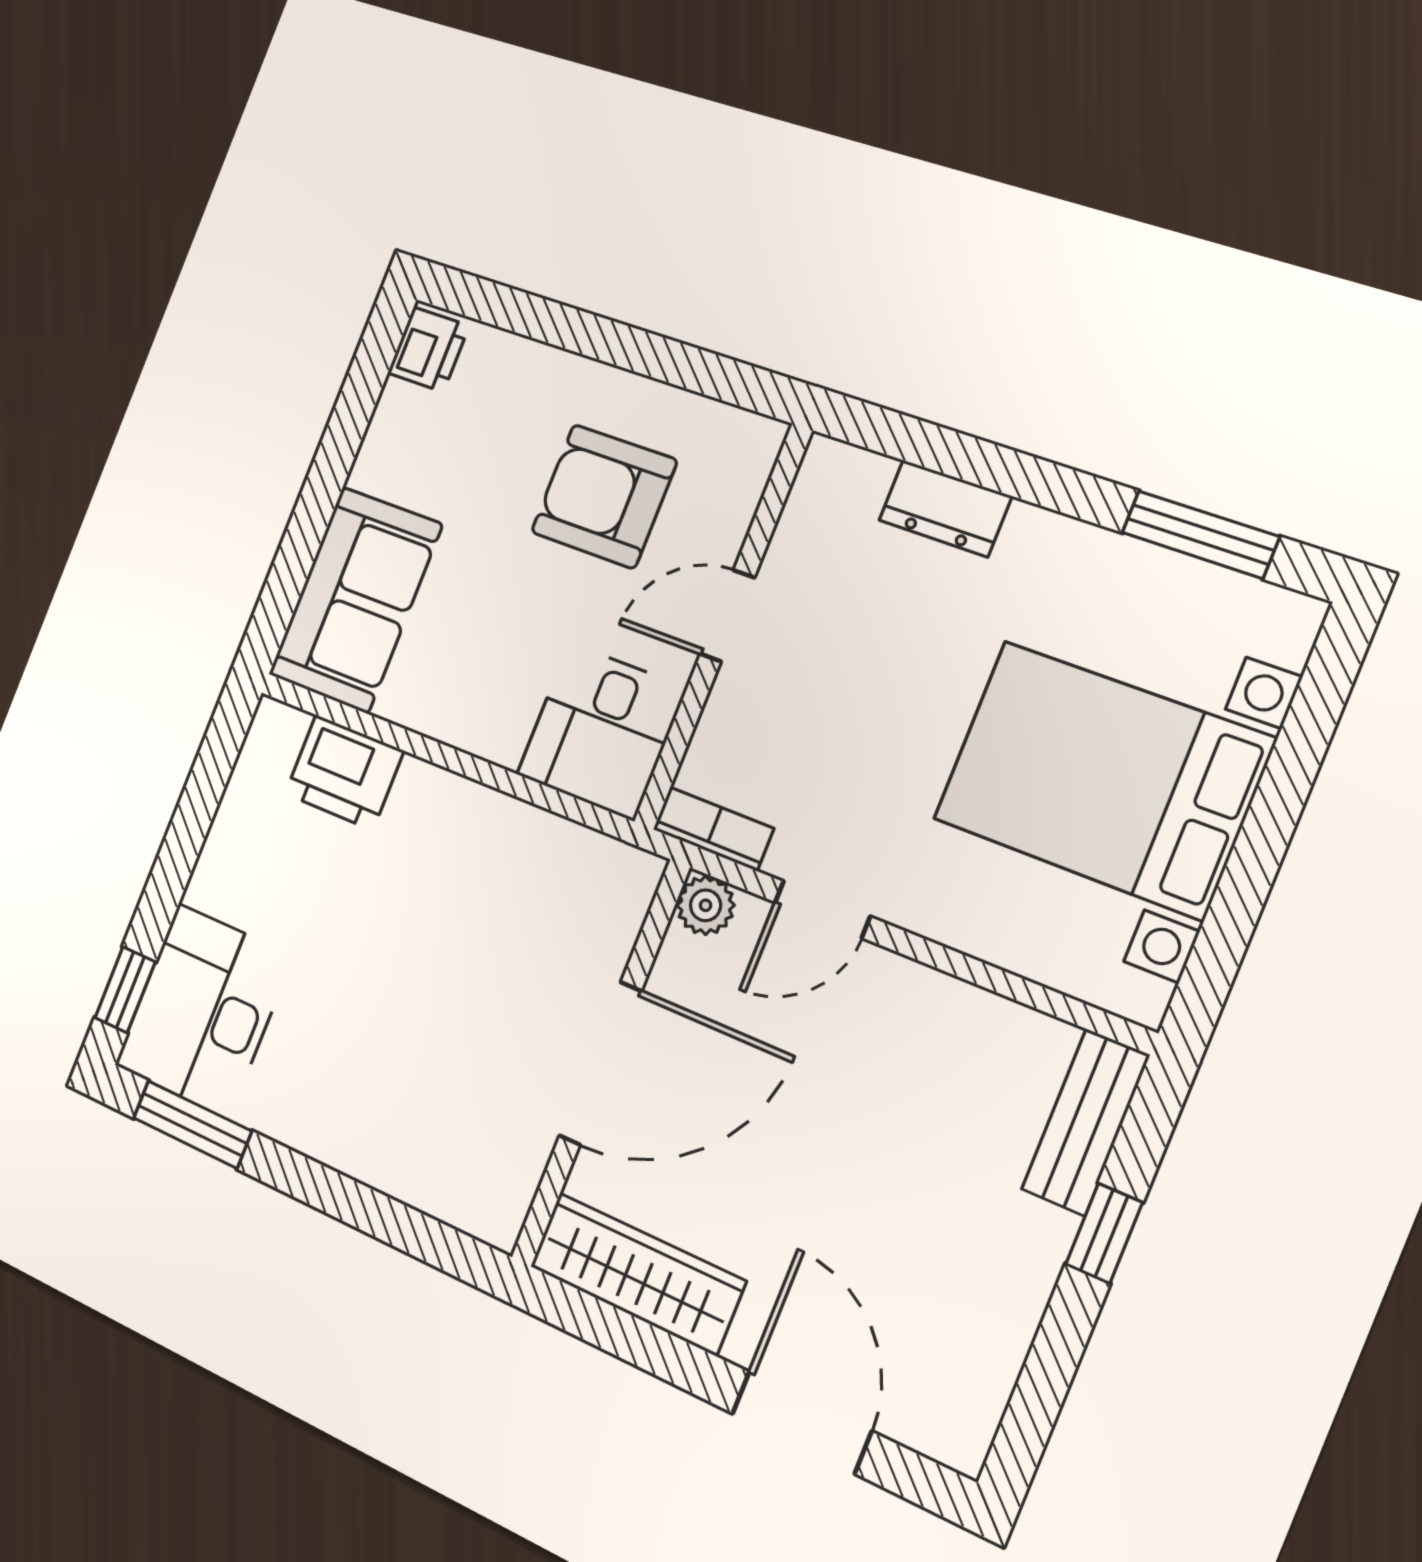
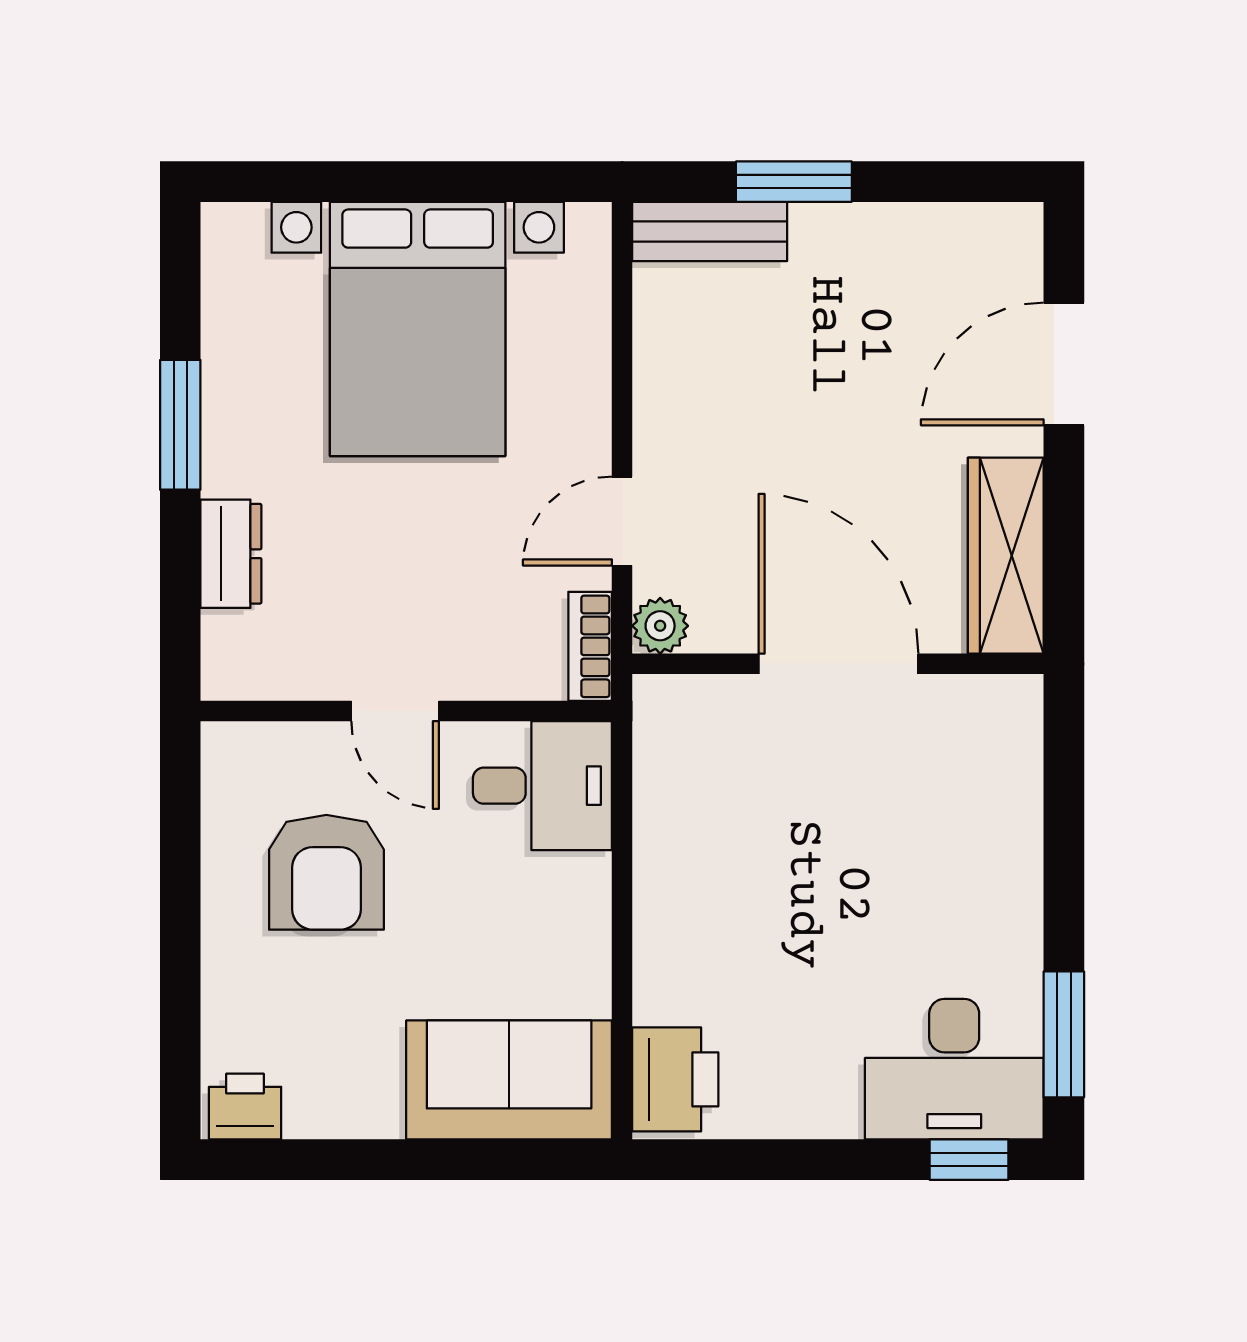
window: (1200, 534) -> (180, 425), moved
printer: (344, 772) -> (675, 1079), moved
door: (822, 909) -> (622, 521), swing flipped
window: (1104, 1233) -> (794, 182), width x1.50

